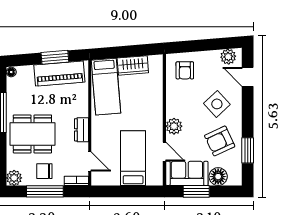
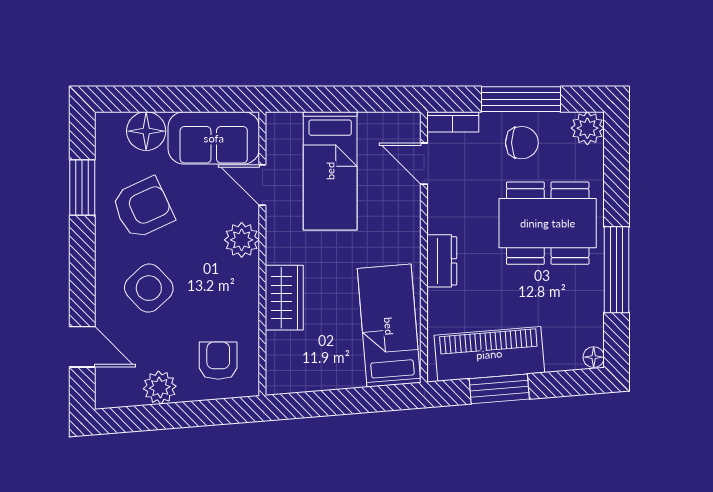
plant: (228, 57) -> (160, 387), moved
wardrobe: (133, 65) -> (284, 298), moved, turned 95
dresser: (81, 130) -> (442, 261), moved
window: (196, 191) -> (194, 99), removed

